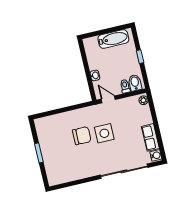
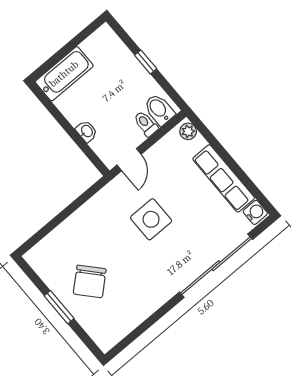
bathtub: (113, 39) -> (64, 74), moved
door: (108, 99) -> (129, 160), swing flipped
chair: (82, 136) -> (90, 281), moved, turned 138
row of seats: (150, 137) -> (224, 178), width x1.48

